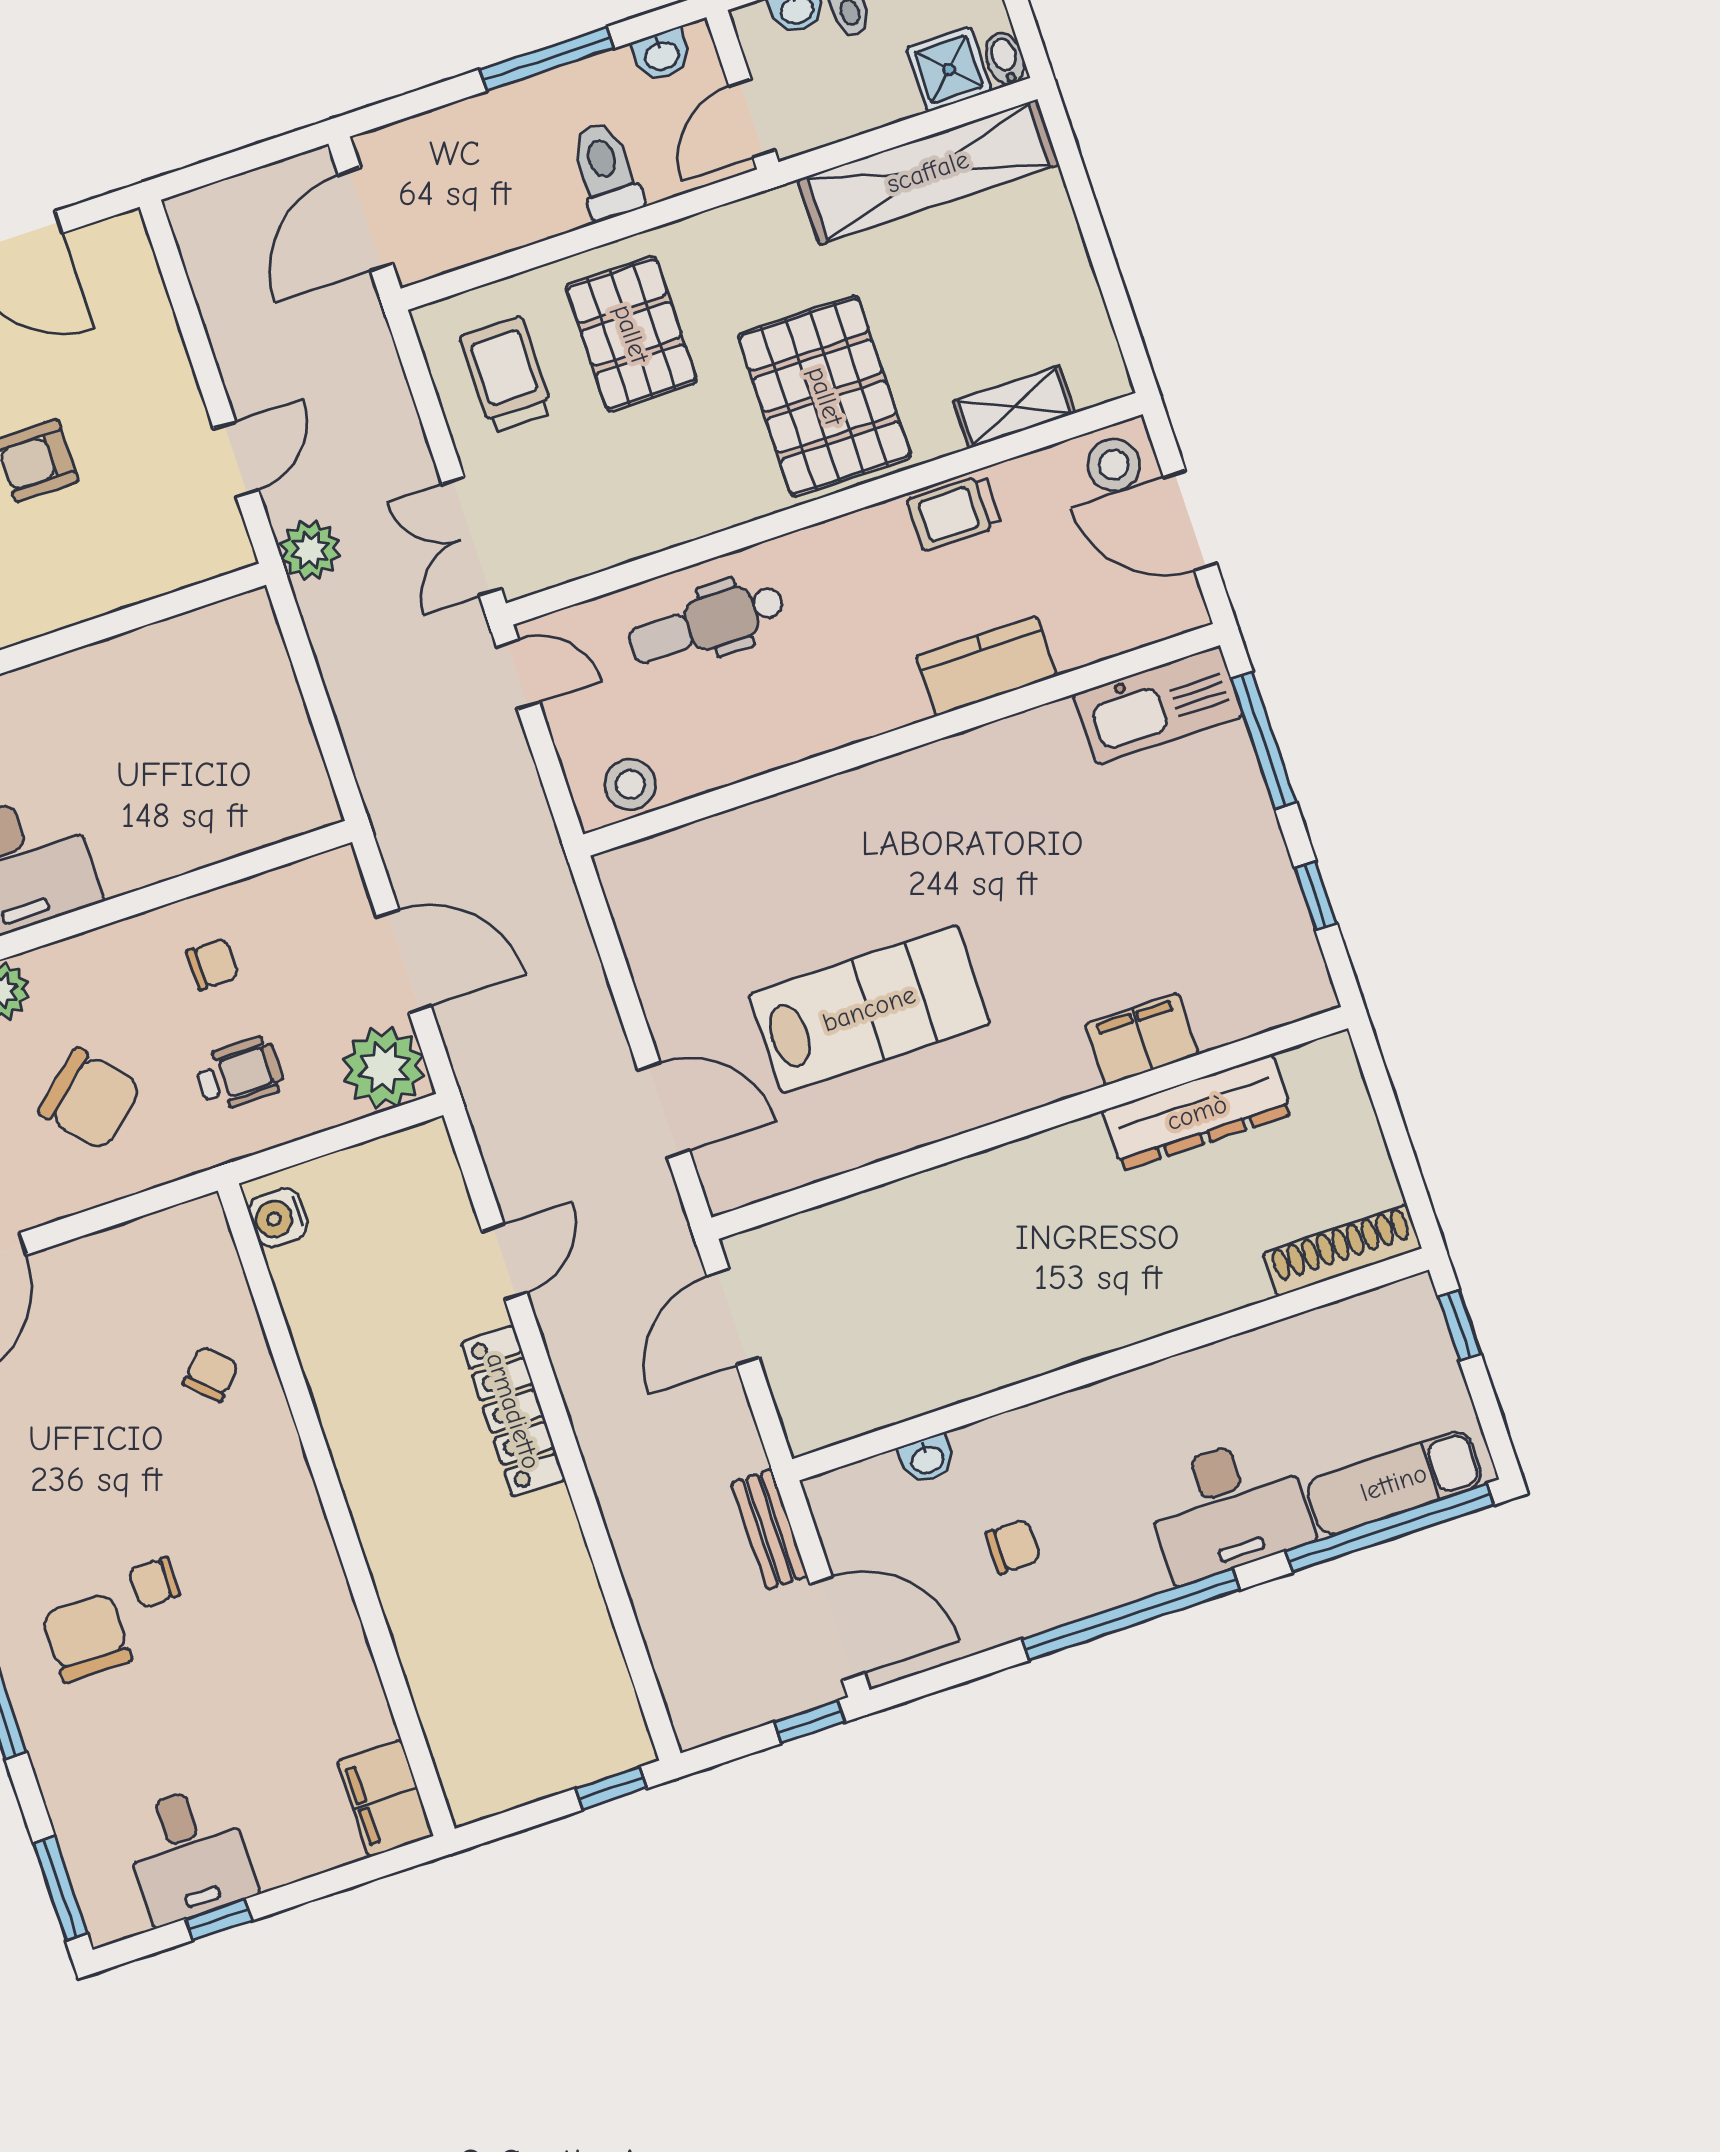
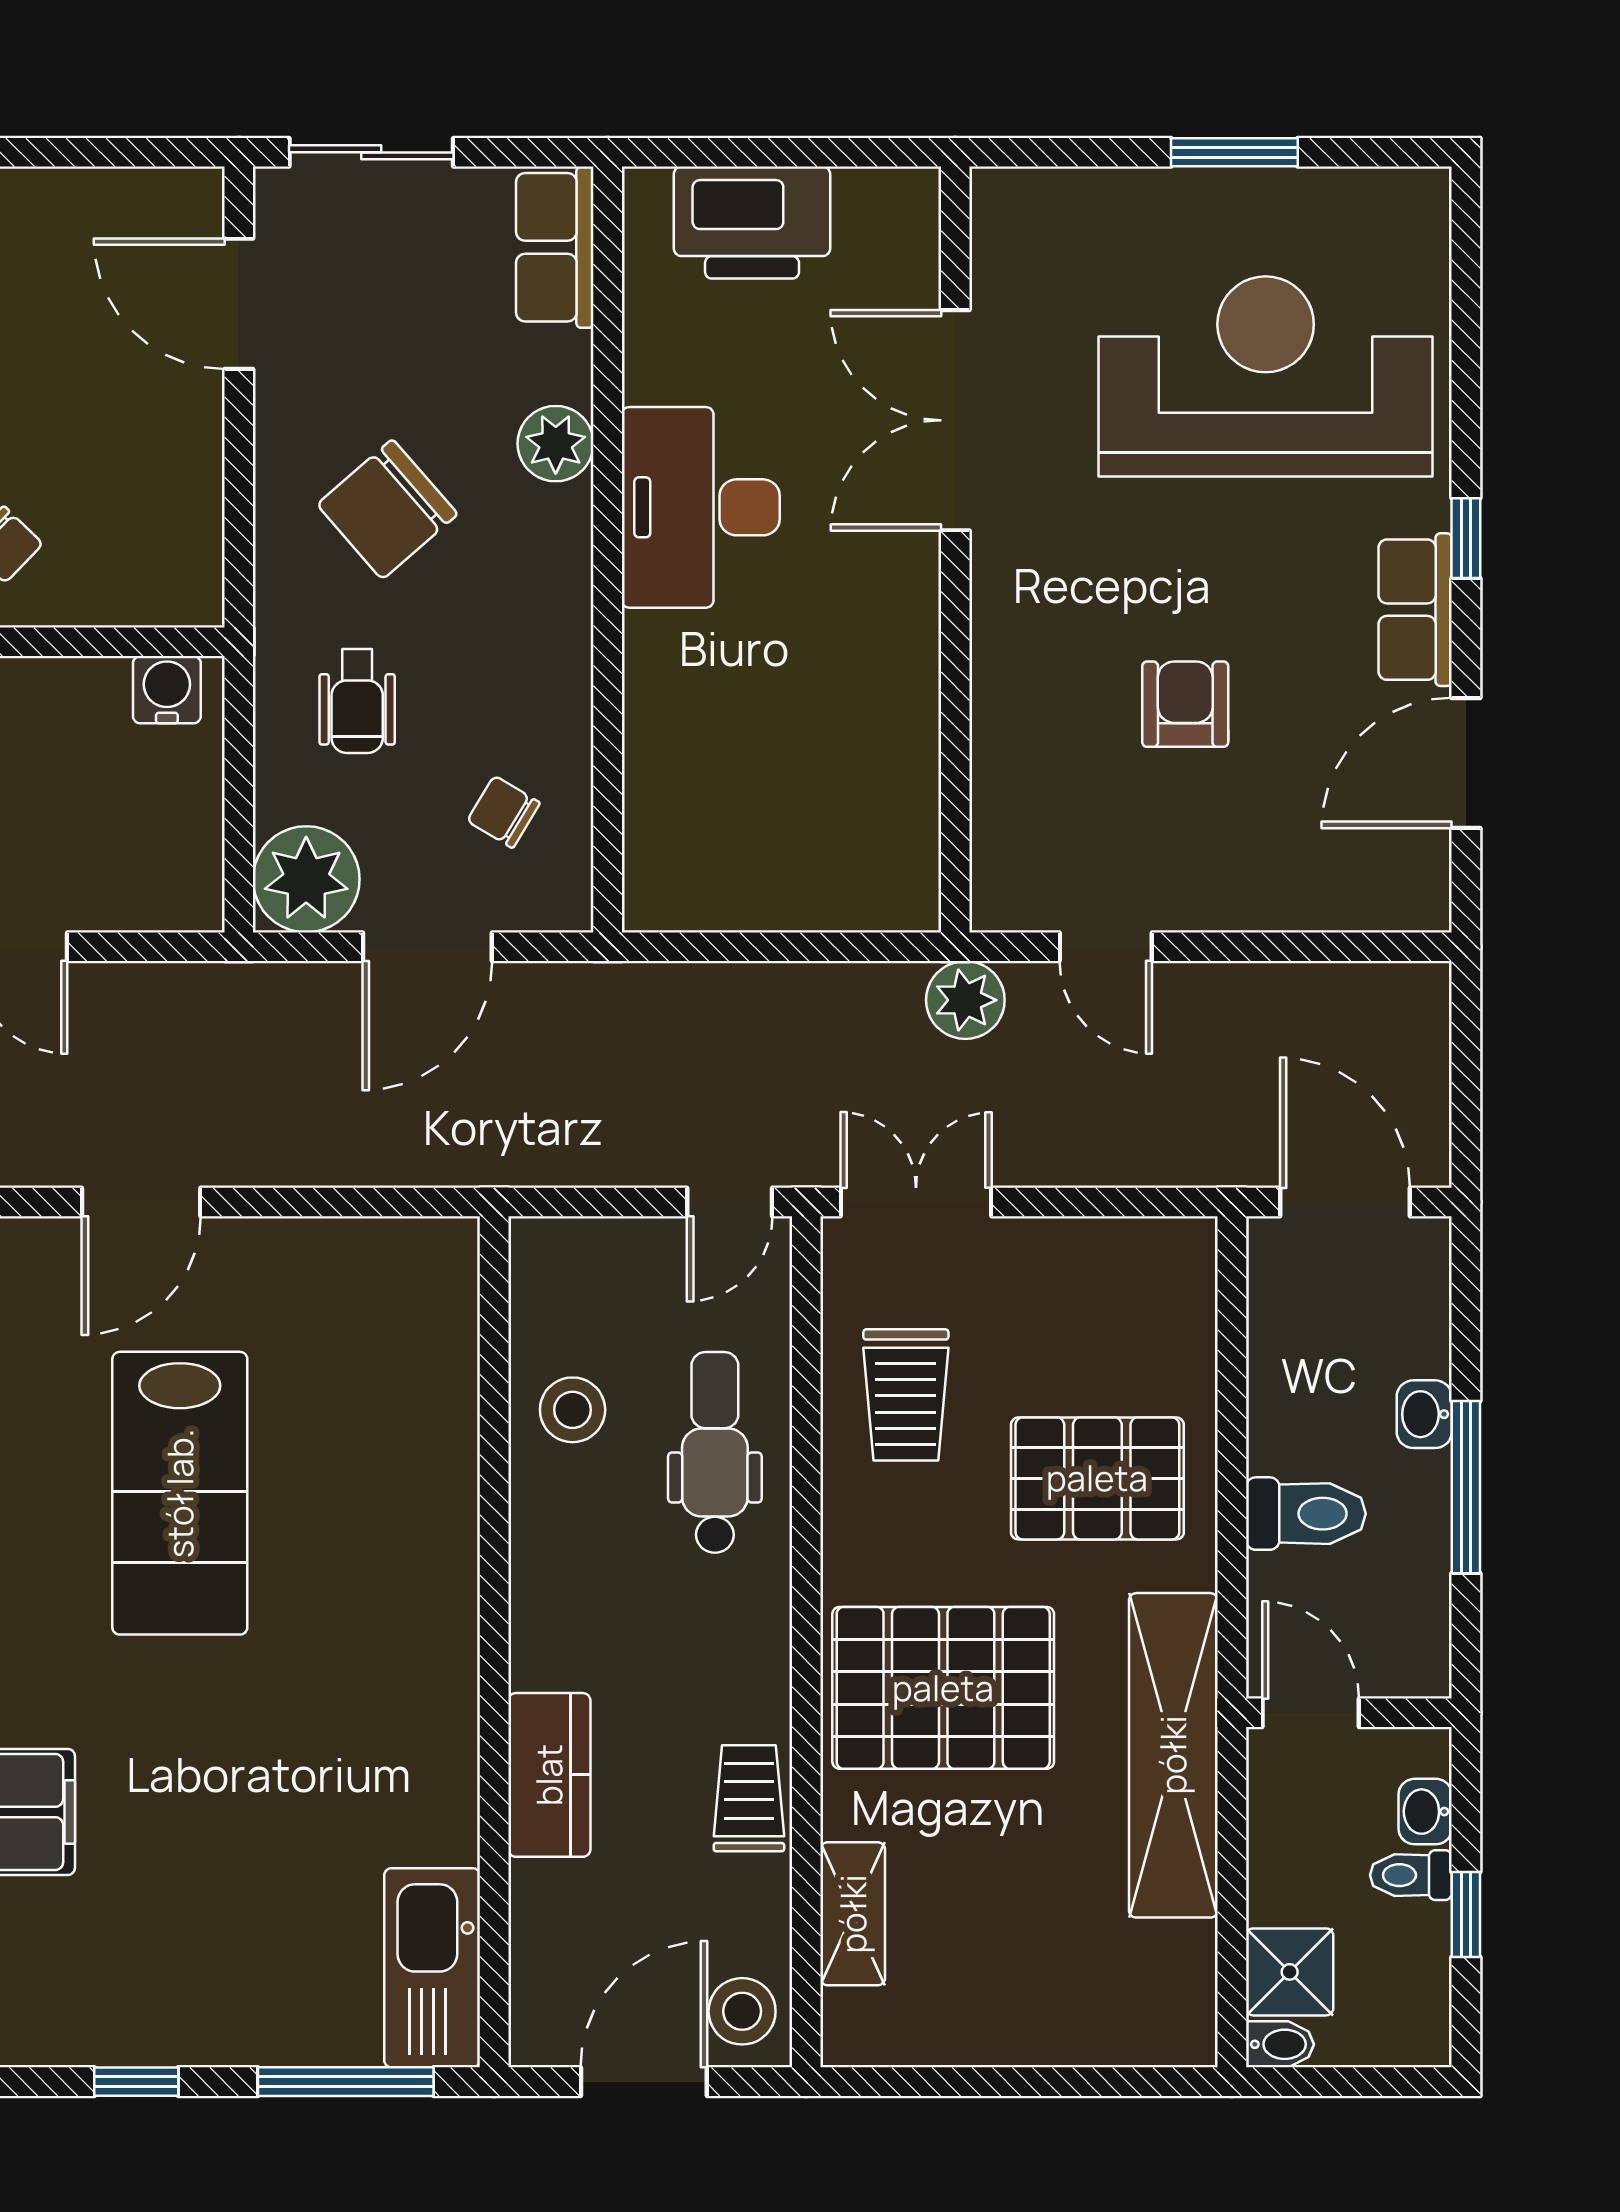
washbasin: (662, 55) -> (1424, 1414), moved
shelving: (928, 172) -> (1173, 1755), moved
trolley: (506, 374) -> (906, 1395), moved, turned 90
stool: (630, 784) -> (573, 1410), moved
chair: (213, 964) -> (504, 812), moved, turned 121

